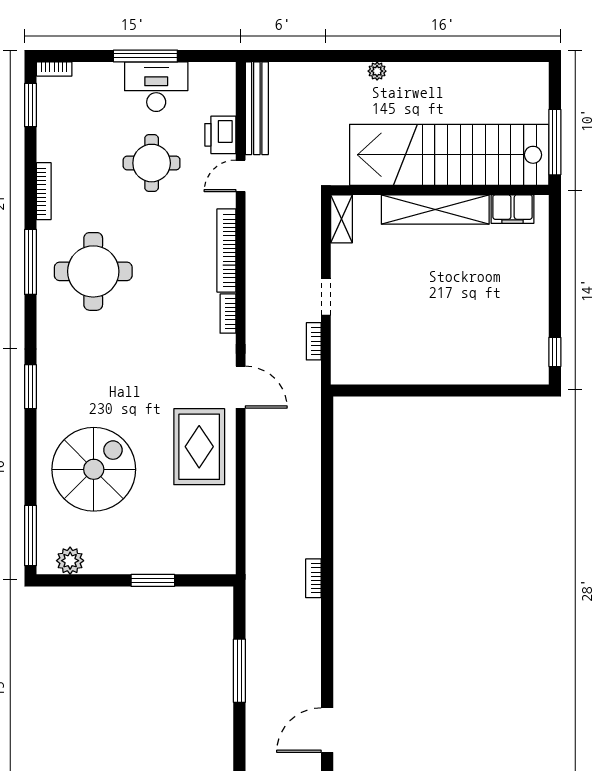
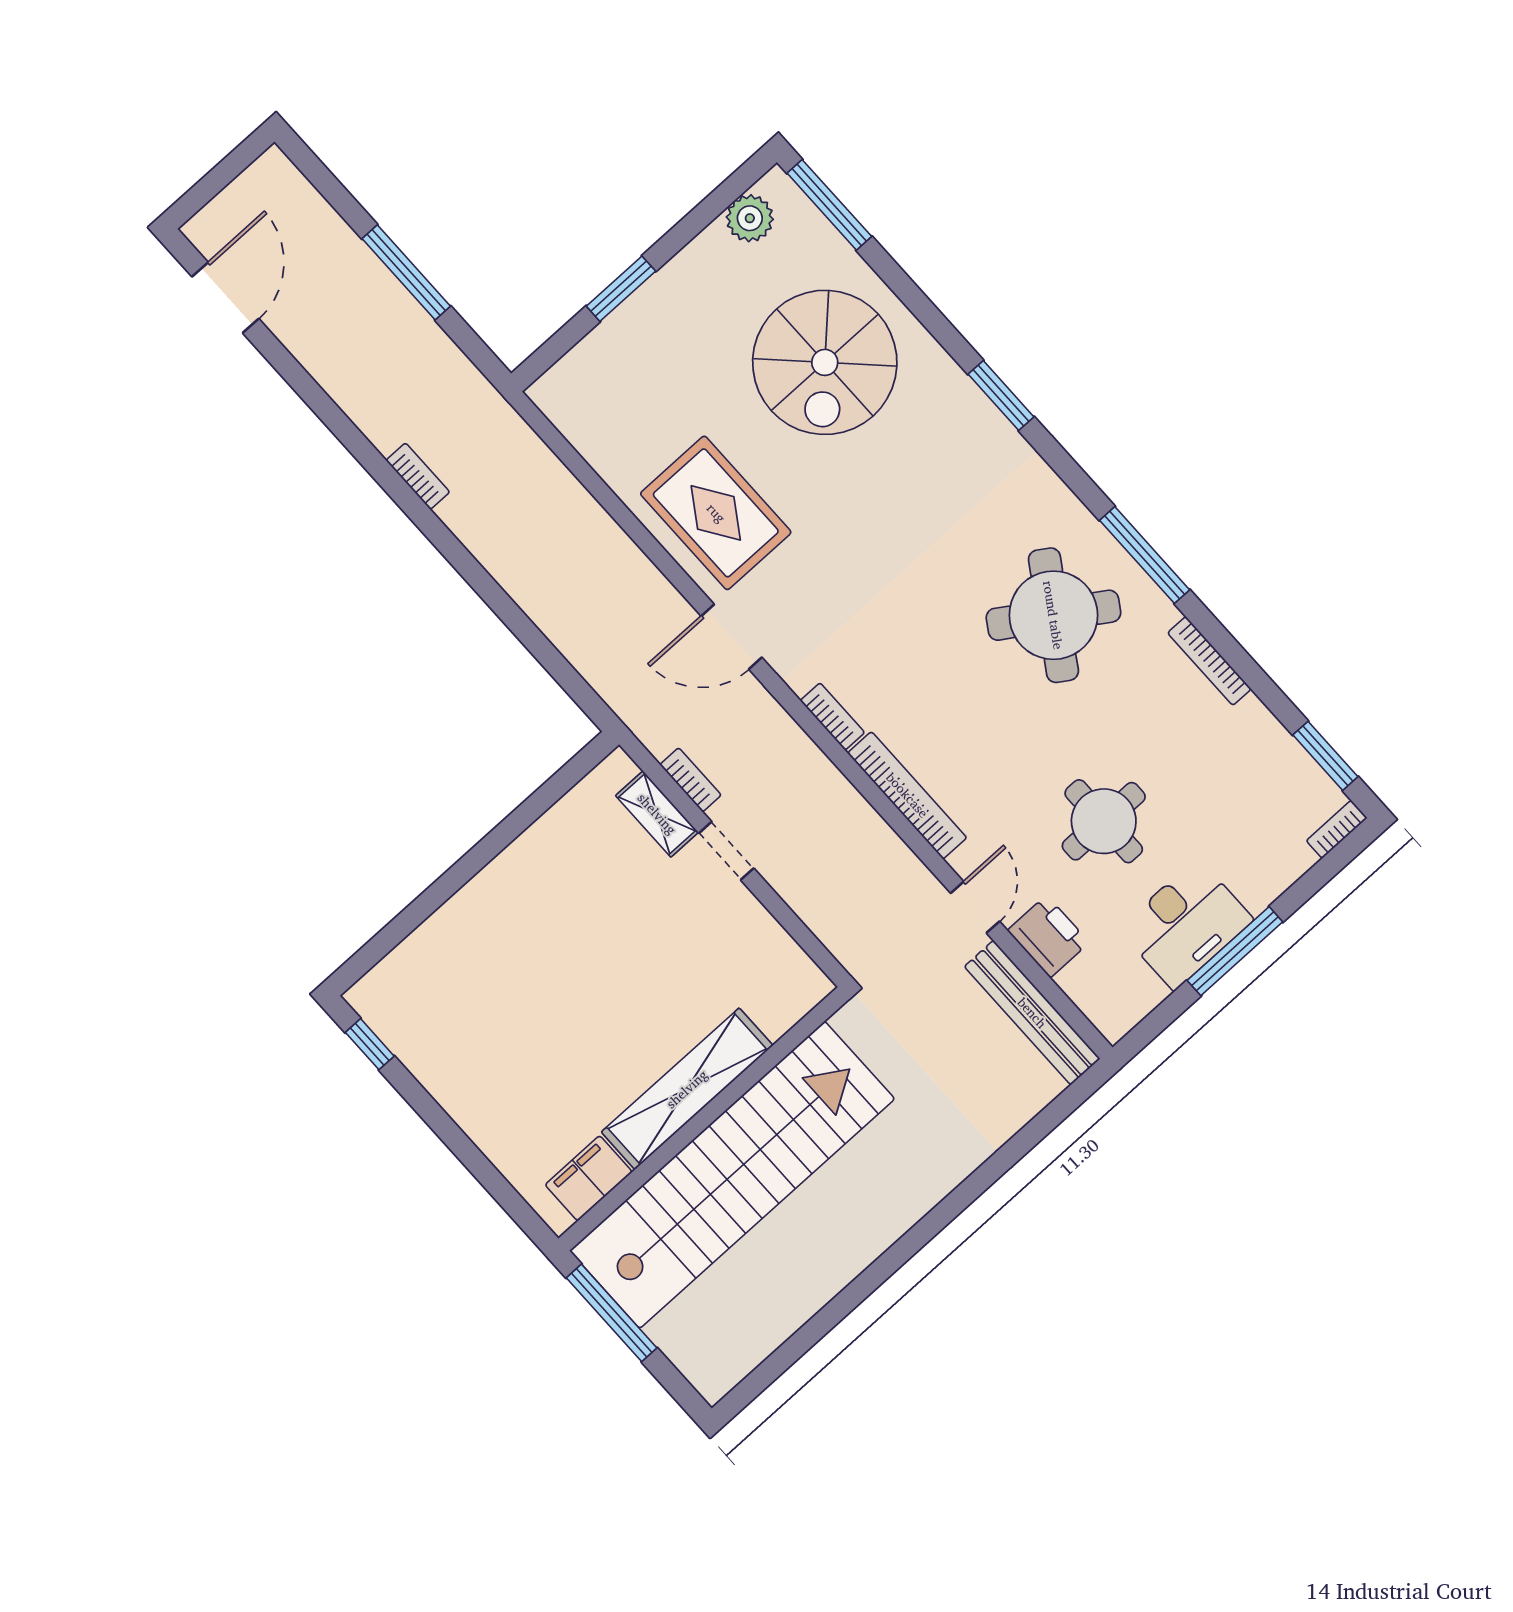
plant: (377, 71) -> (921, 1199), removed
shelving: (342, 219) -> (657, 814), moved
round table: (93, 271) -> (1053, 615), turned 33

